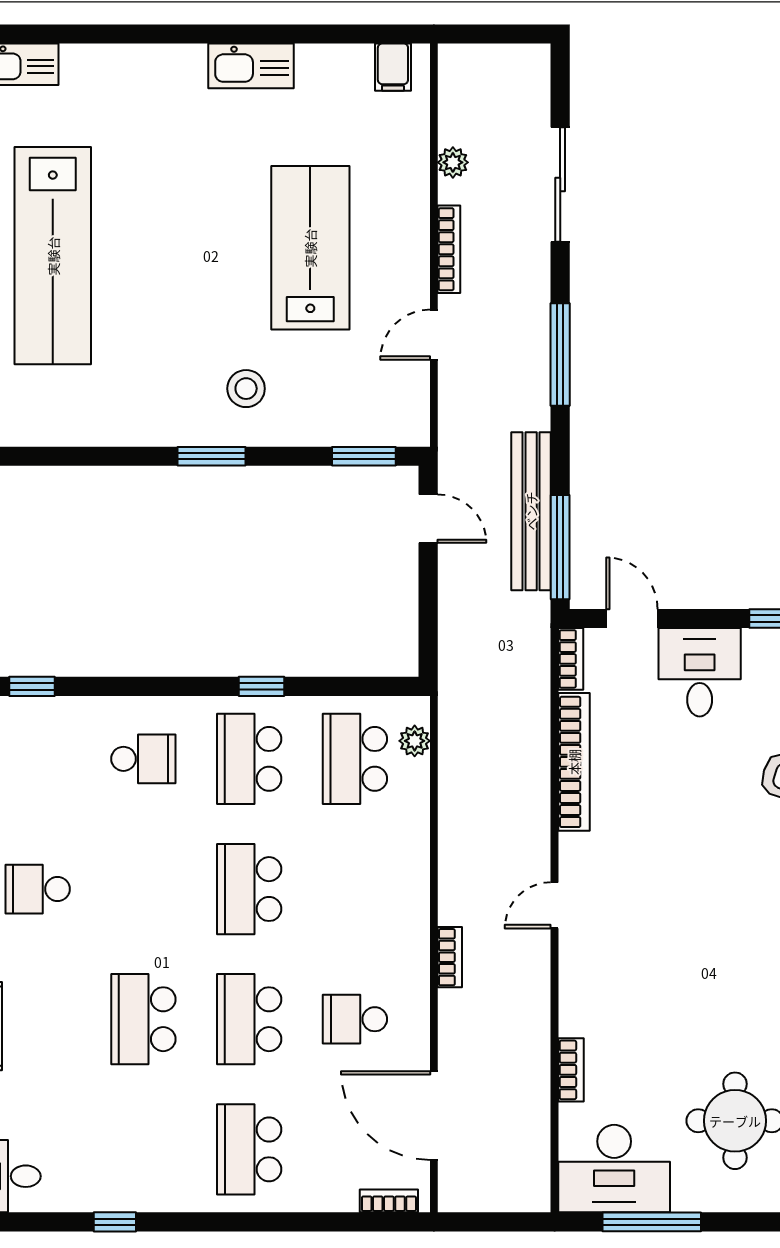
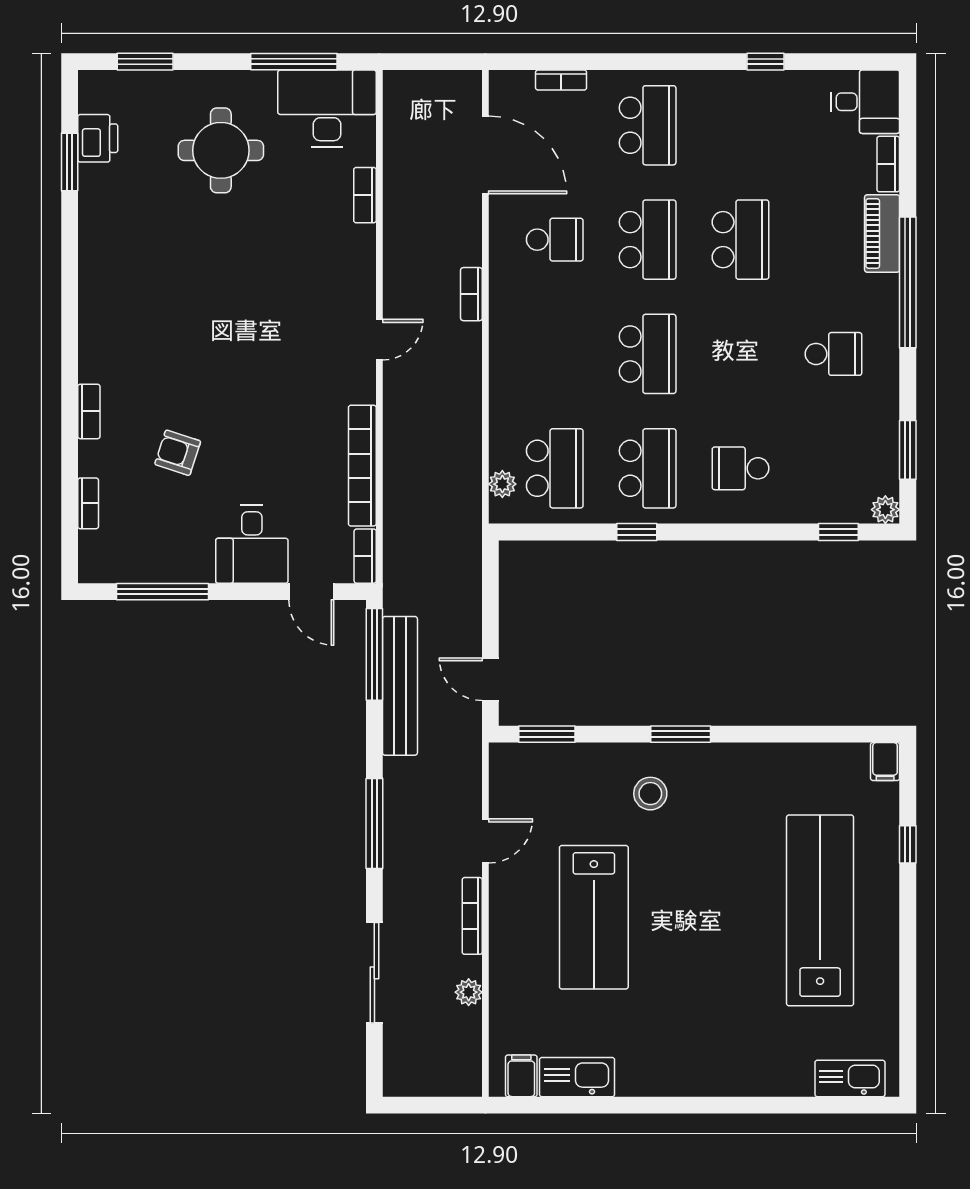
kitchen sink: (251, 66) -> (577, 1077), moved
bookcase: (389, 1201) -> (561, 80), moved

